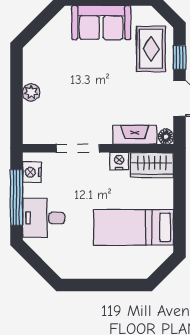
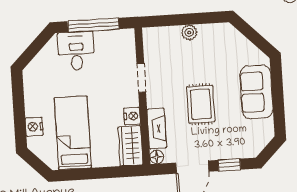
rug: (151, 49) -> (201, 104), moved, turned 90
doorway: (78, 148) -> (141, 78), width x0.73
nightstand: (32, 172) -> (34, 127), moved, turned -90

